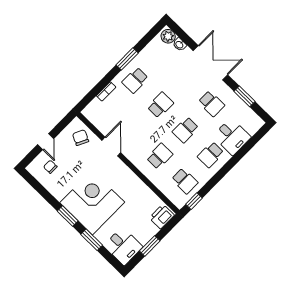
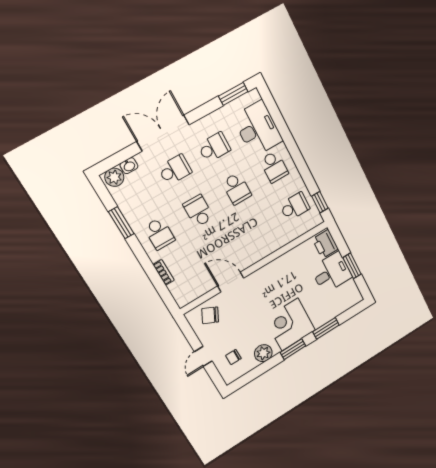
window: (127, 59) -> (121, 223), moved
window: (245, 96) -> (233, 94), moved
desk: (232, 137) -> (258, 129), width x1.37
door: (46, 142) -> (203, 356), swing flipped
school desk: (160, 156) -> (175, 170), moved, turned 90
plant: (59, 191) -> (263, 353), added
corner desk: (92, 202) -> (290, 324), width x0.74, depth x0.74
desk: (123, 246) -> (331, 273), moved

